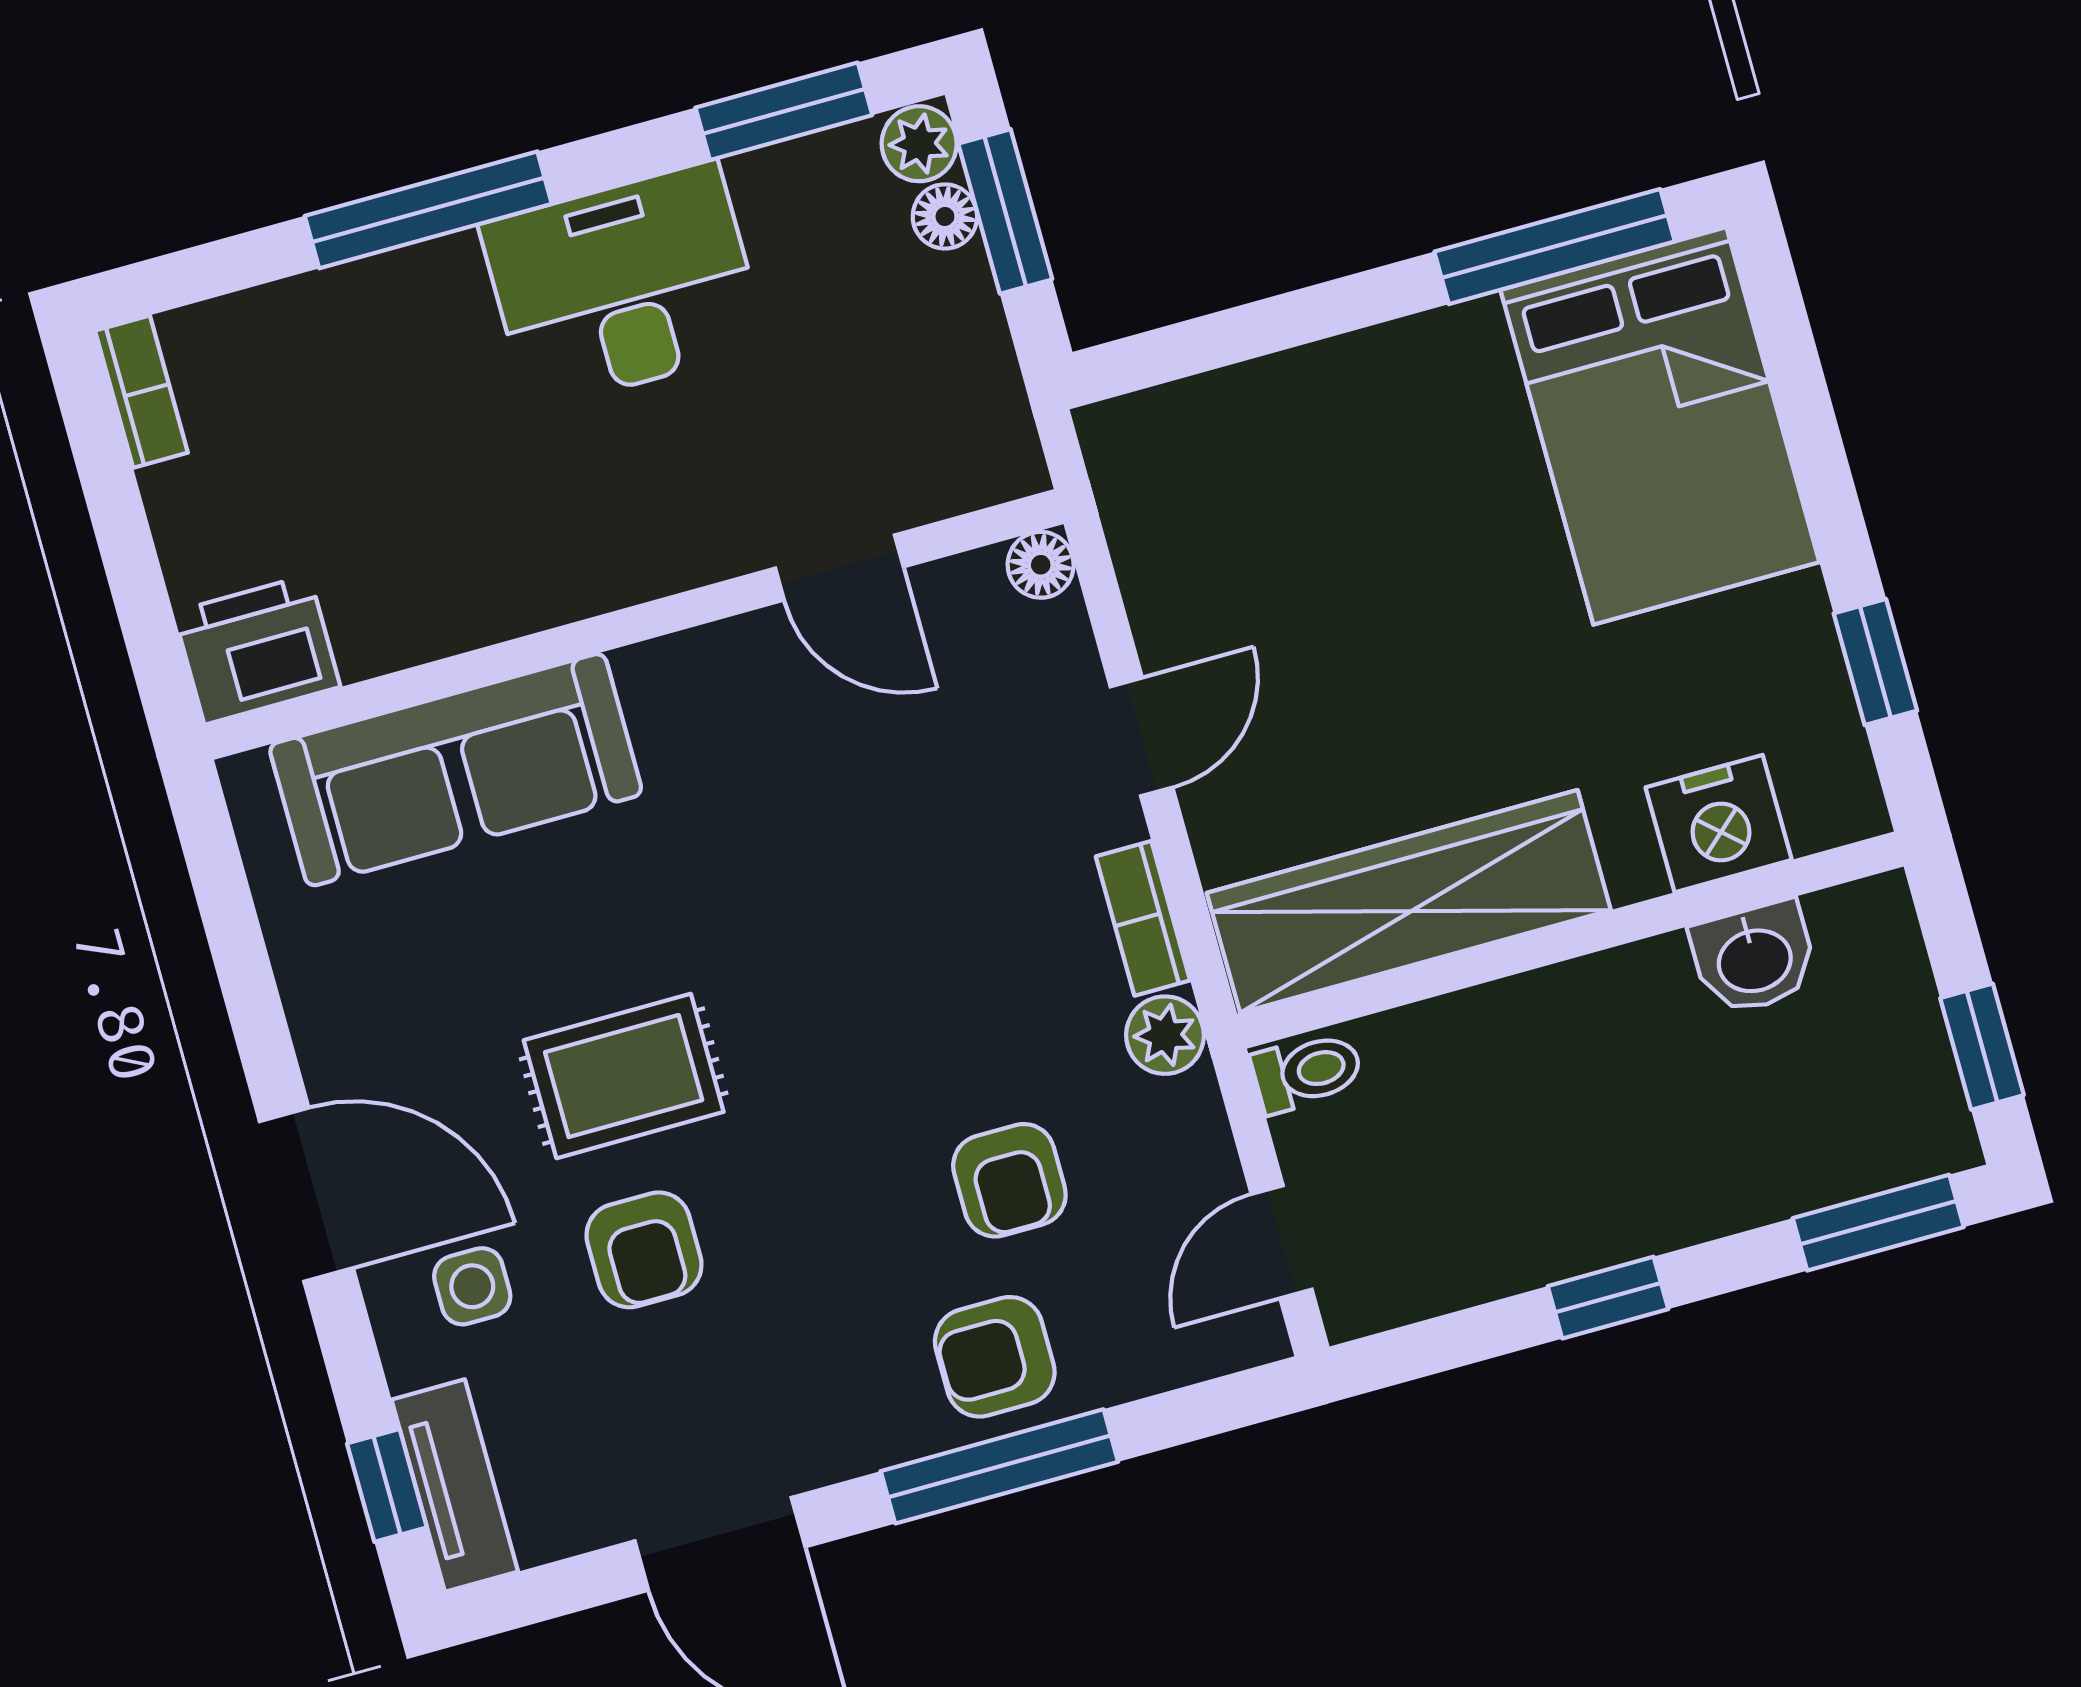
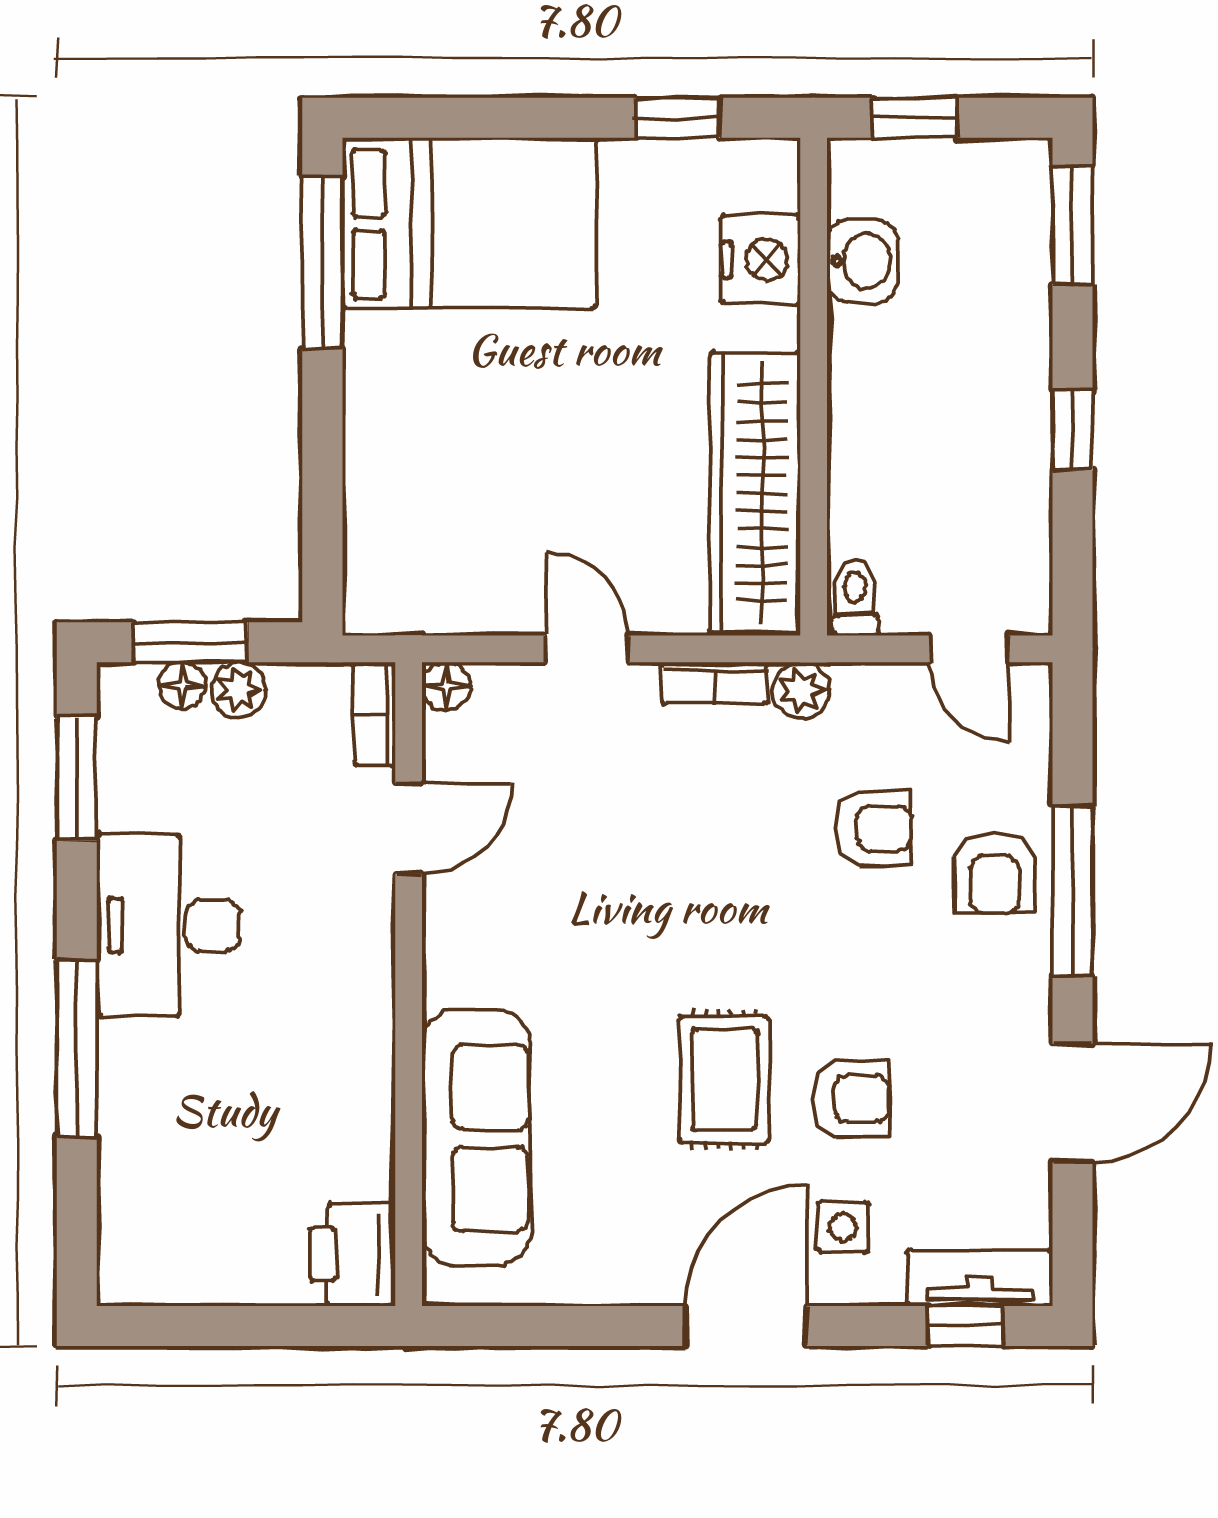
plant: (919, 144) -> (238, 690), moved
bookcase: (141, 392) -> (375, 714), moved, turned -90
window: (1982, 1047) -> (914, 118), moved

